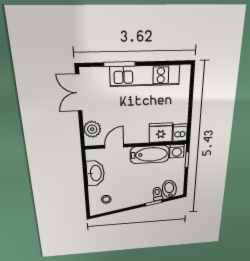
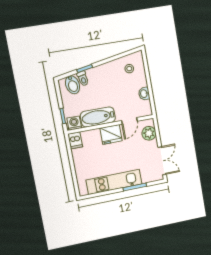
fridge: (161, 133) -> (111, 134), moved
washbasin: (95, 173) -> (144, 94), width x0.52, depth x0.69

